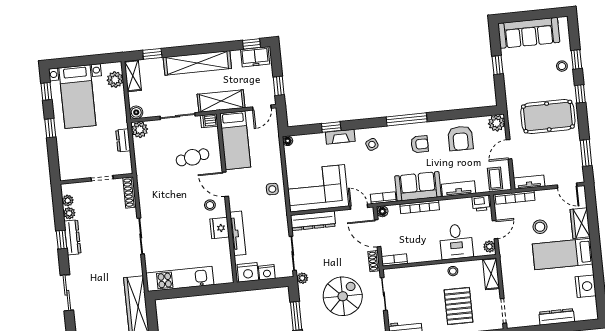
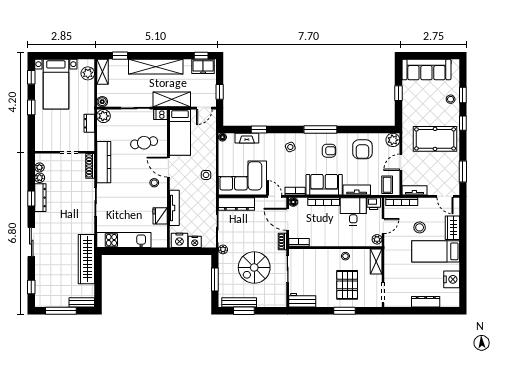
fireplace: (340, 137) -> (247, 138), moved
kitchen counter: (146, 186) -> (104, 162), added
fridge: (220, 228) -> (160, 216), moved
desk: (456, 242) -> (353, 211), moved, turned 180
spiral stairs: (343, 296) -> (254, 267), turned 180

